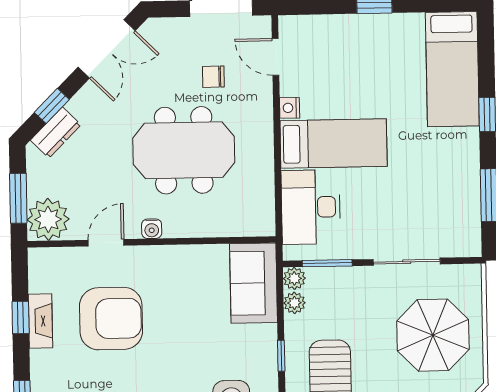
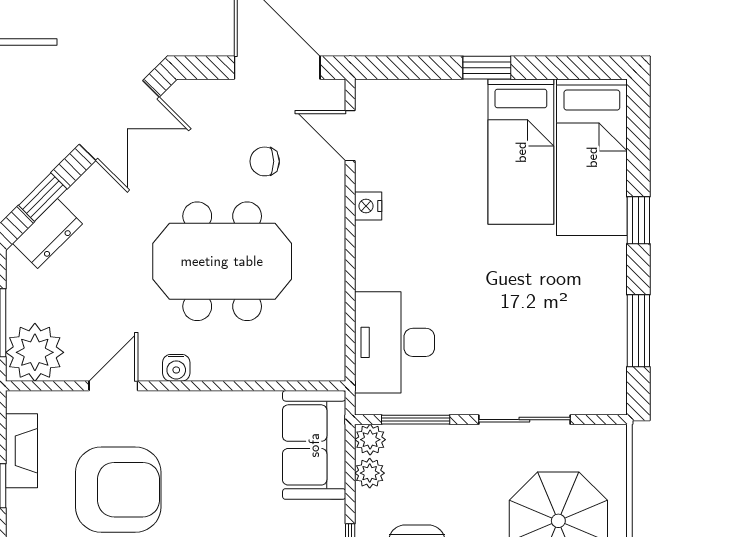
bed: (334, 143) -> (521, 152), moved, turned 90
fireplace: (40, 321) -> (22, 451), moved

